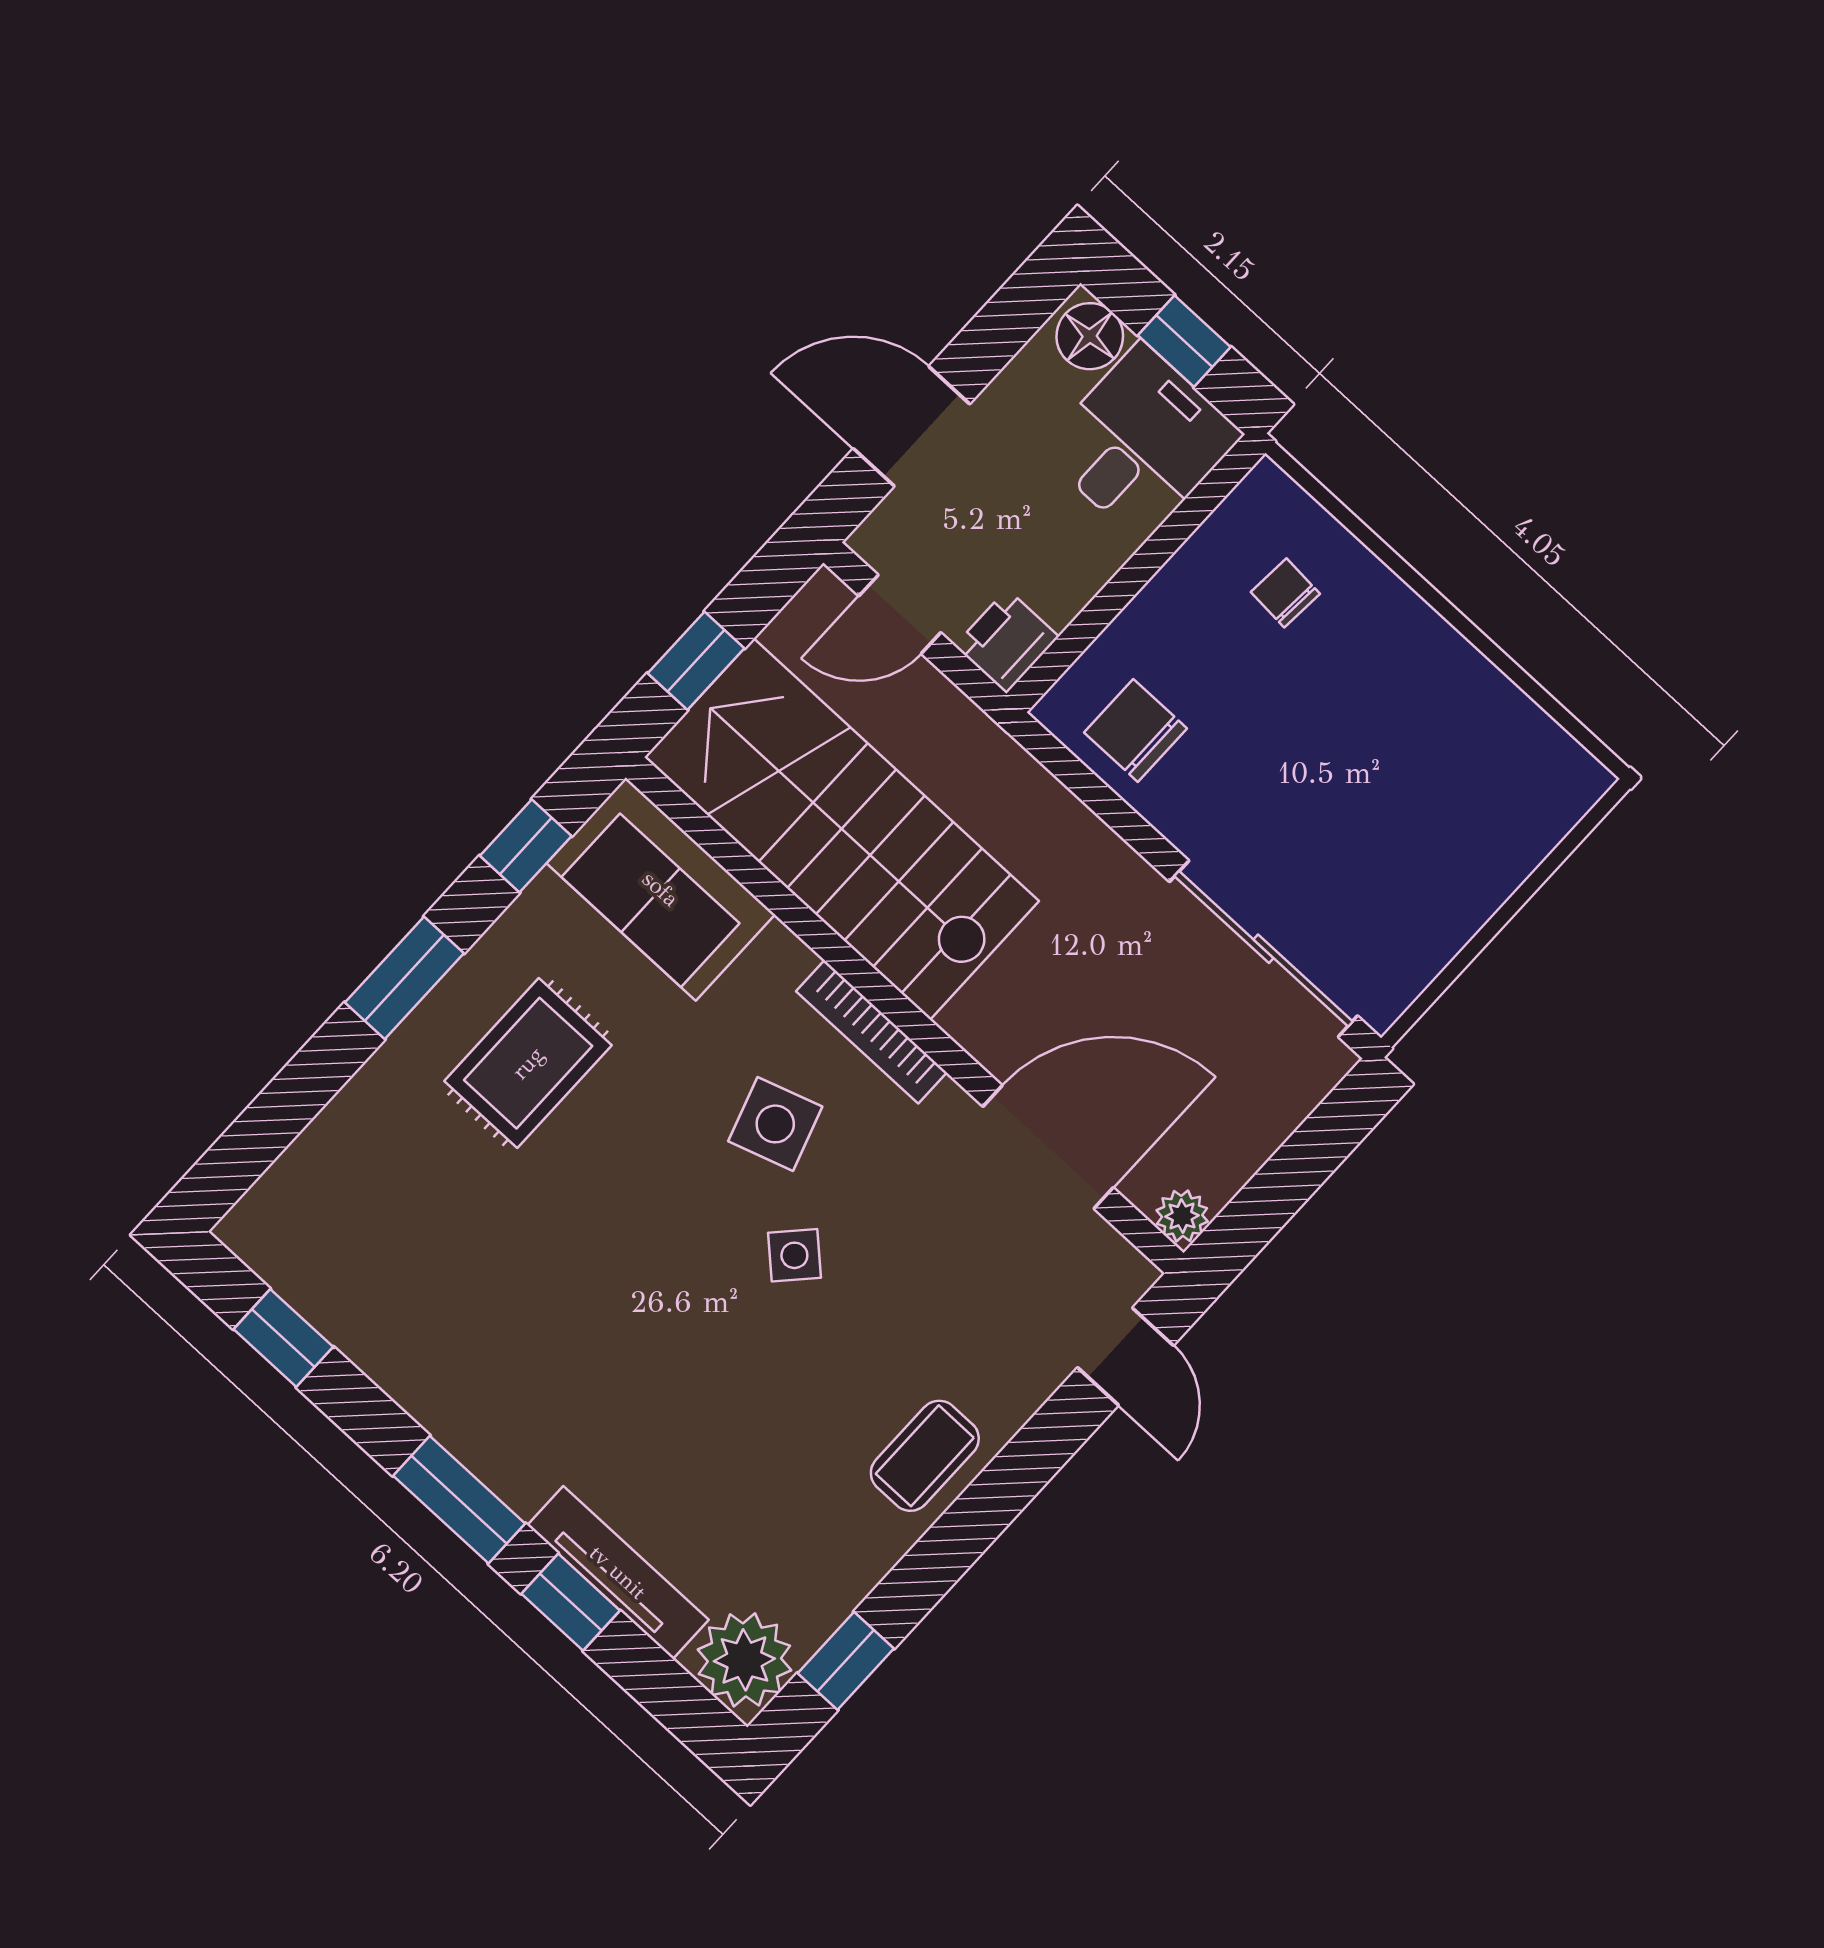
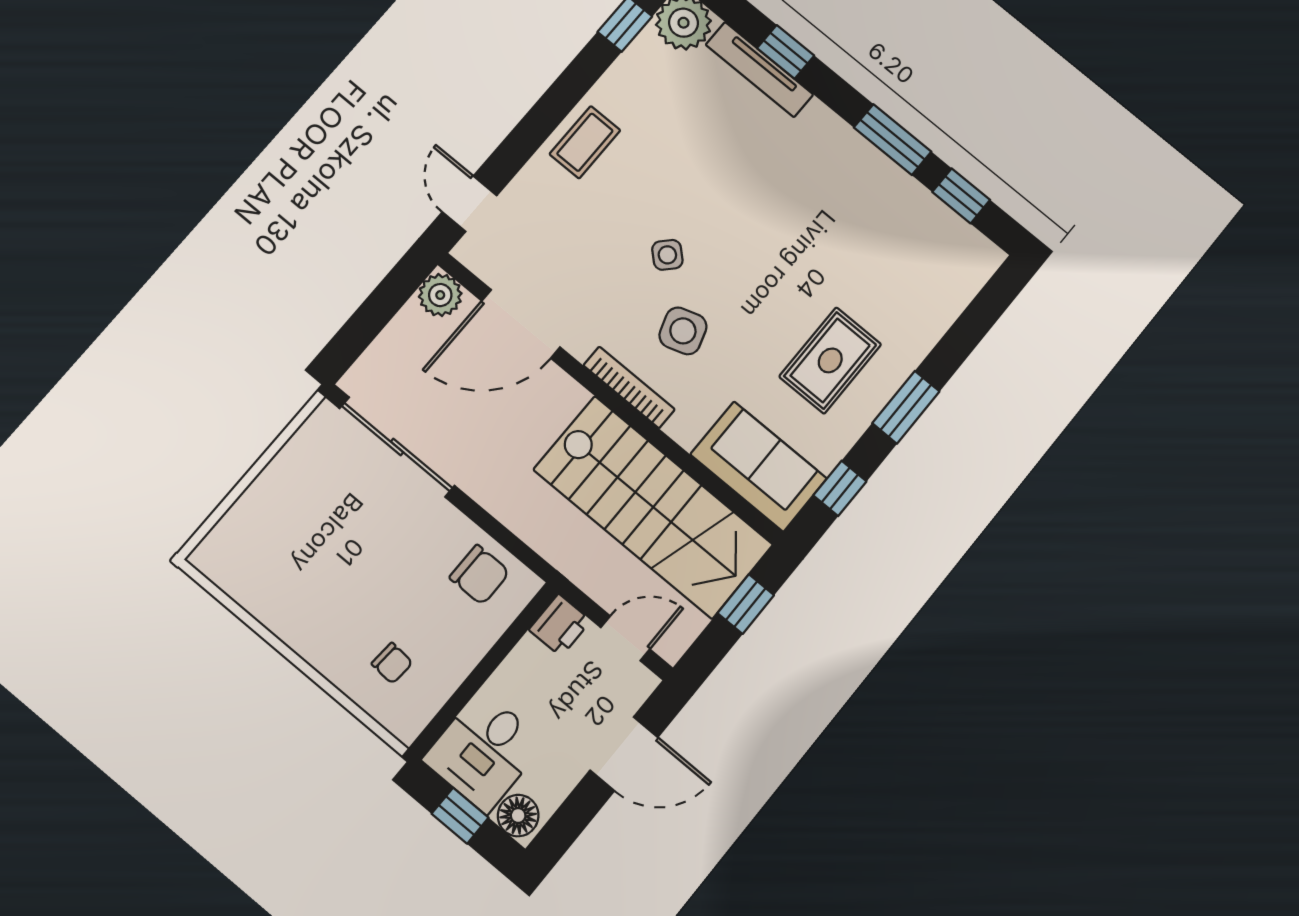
plant: (1182, 1216) -> (440, 295), width x1.38, depth x1.38
window: (459, 1500) -> (893, 140), moved

